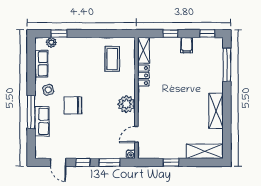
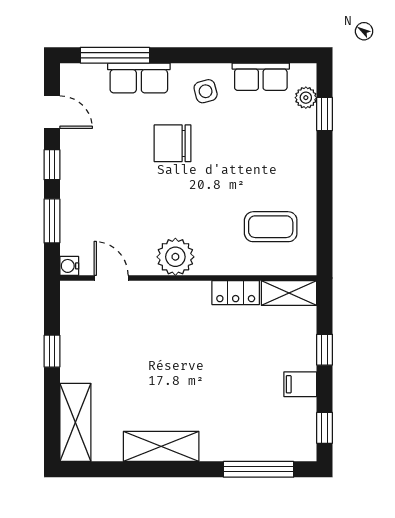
chair: (73, 105) -> (173, 143), turned -90
window: (31, 112) -> (115, 55), moved
door: (58, 162) -> (52, 112), swing flipped

